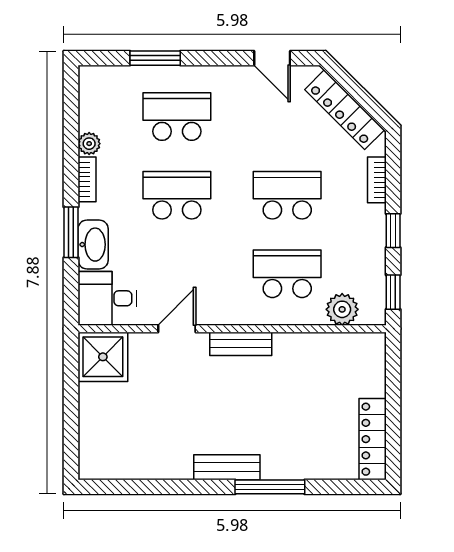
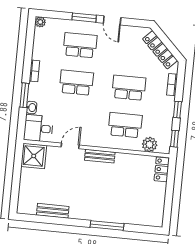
window: (155, 58) -> (84, 18), moved
door: (272, 58) -> (112, 20), moved
plant: (89, 144) -> (40, 22), moved
washbasin: (93, 245) -> (32, 107), width x0.52, depth x0.69
locker: (373, 439) -> (162, 169), moved, width x0.66
bench: (227, 467) -> (53, 211), moved

